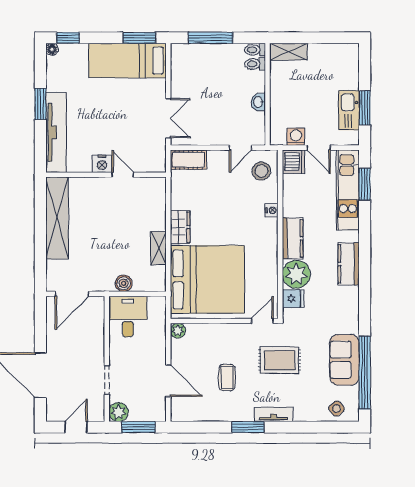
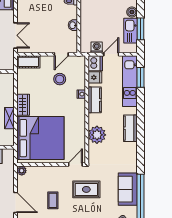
boiler: (351, 81) -> (132, 12), added
door: (319, 148) -> (111, 54), swing flipped
stool: (261, 171) -> (60, 79), moved
kitchen counter: (293, 238) -> (95, 100), moved
fridge: (293, 299) -> (95, 77), moved

